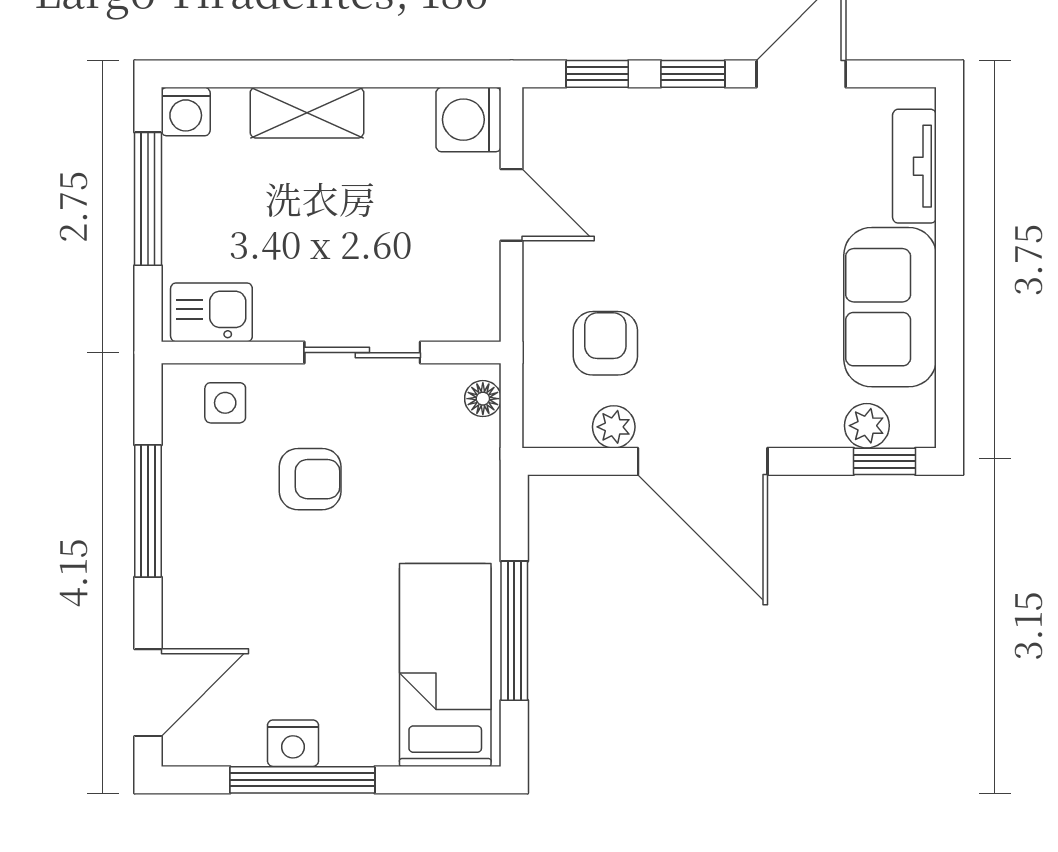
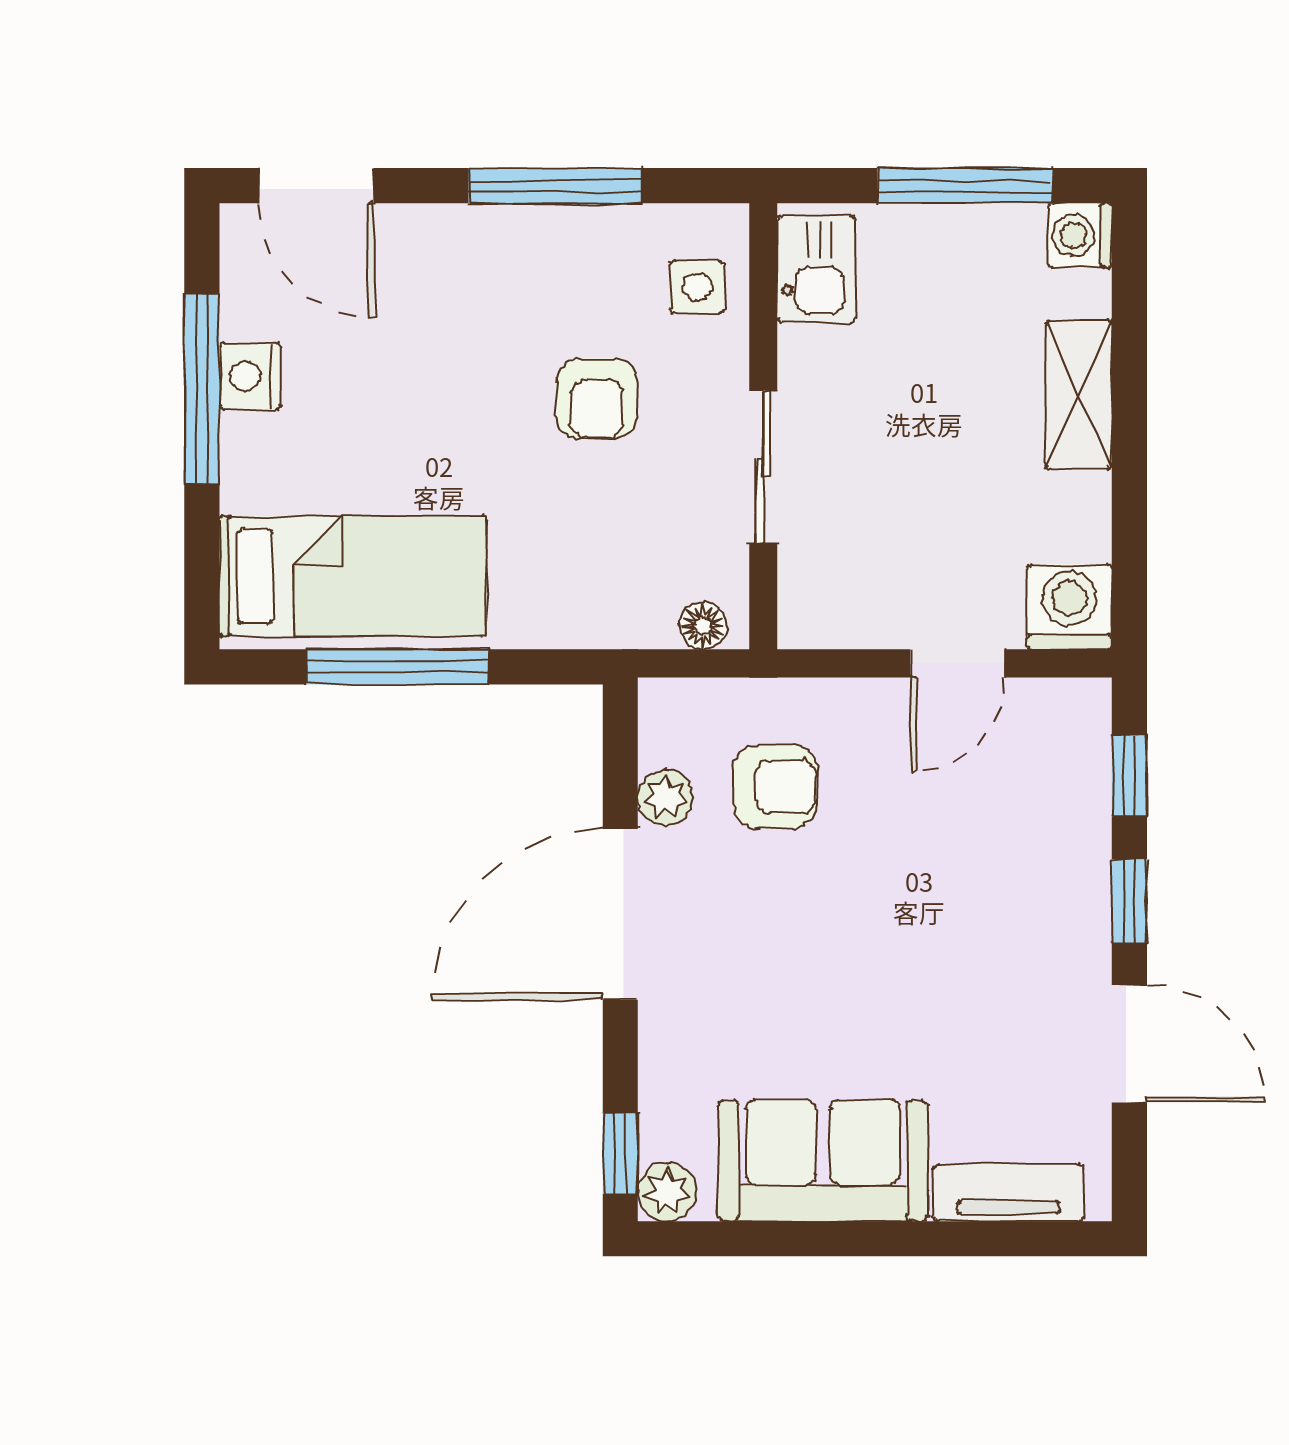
plant: (867, 426) -> (667, 1192), moved

